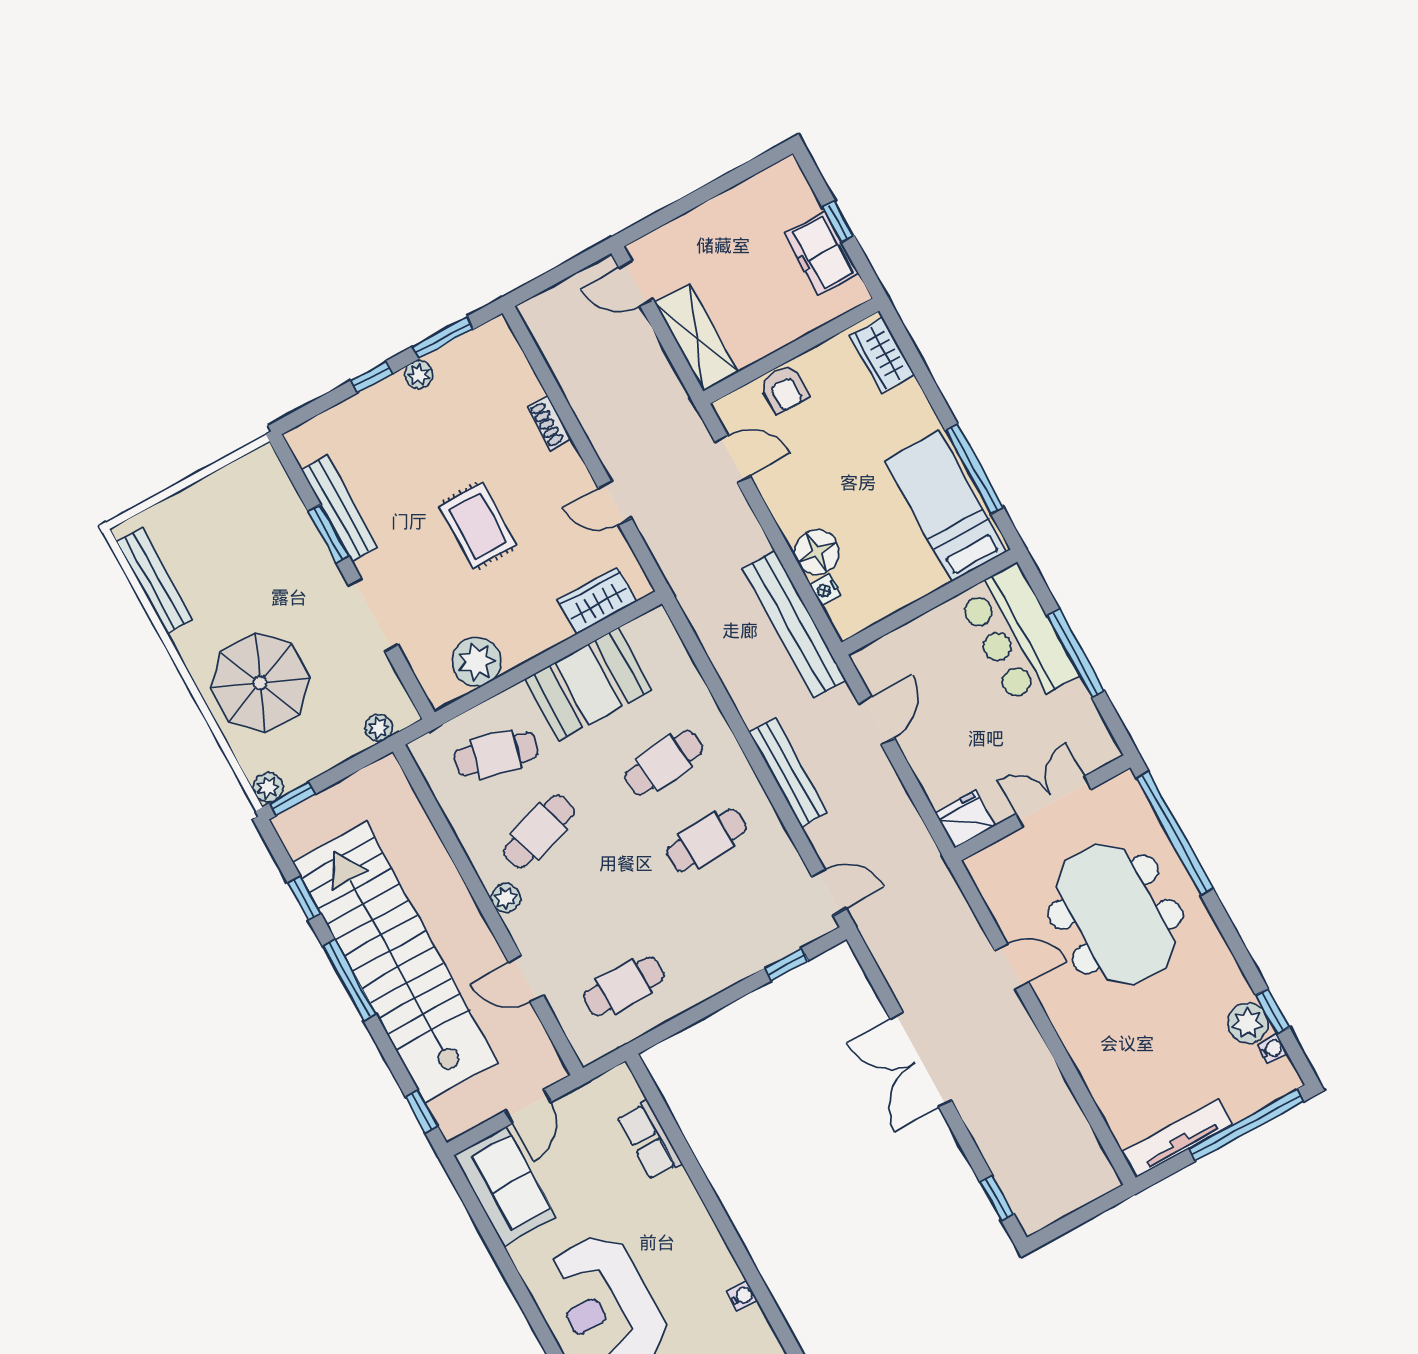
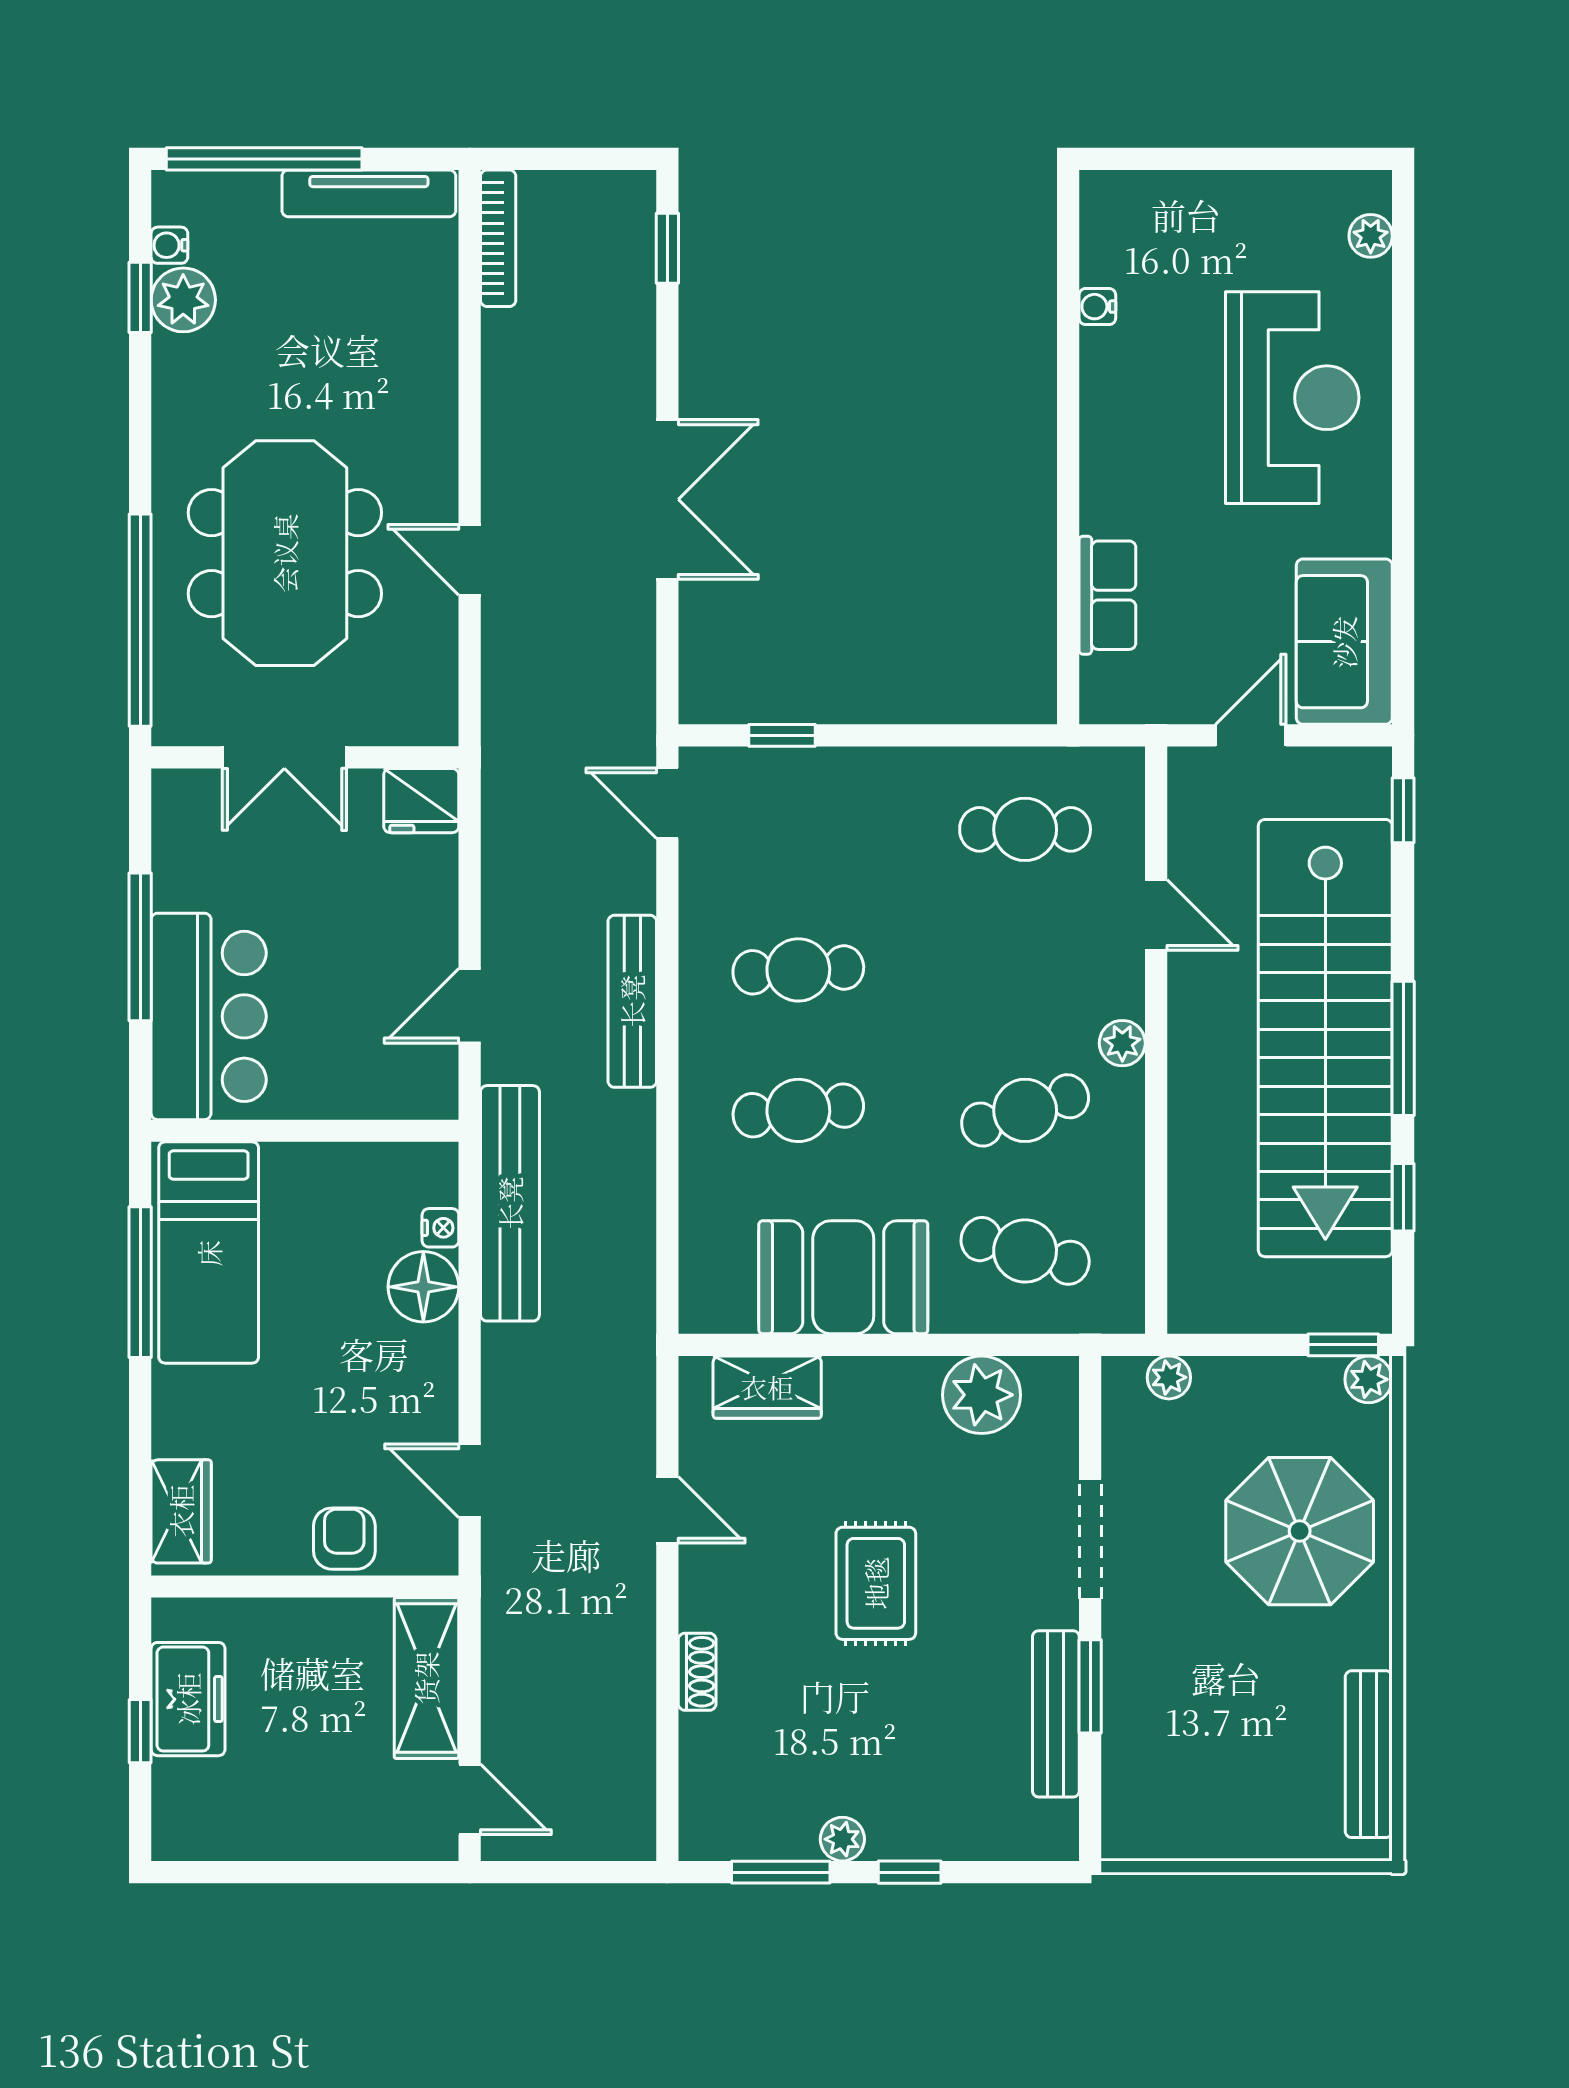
bookcase: (1093, 1152) -> (498, 238), added

